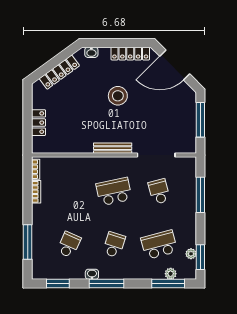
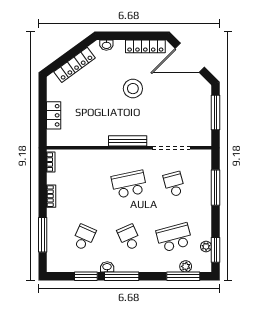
bookcase: (36, 192) -> (51, 196), moved
school desk: (114, 245) -> (129, 237), turned -42
window: (58, 284) -> (86, 276), moved

